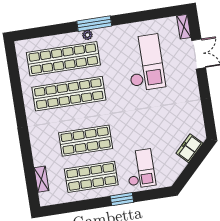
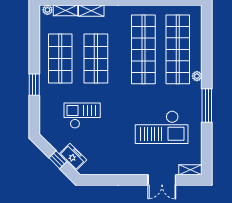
window: (94, 24) -> (207, 106), moved
shelving: (38, 153) -> (91, 11), added
window: (195, 163) -> (58, 160), added
checkout: (140, 169) -> (82, 116), moved, turned 180
plant: (44, 198) -> (47, 10), added

